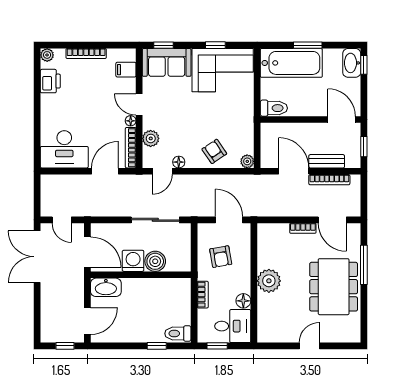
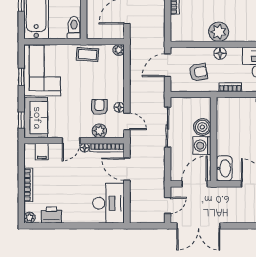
coffee table: (242, 124) -> (88, 54), added
armchair: (214, 151) -> (99, 107), moved, turned 124
floor lamp: (243, 301) -> (220, 53), moved

